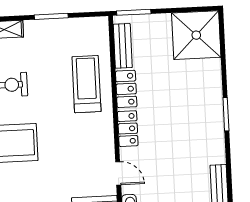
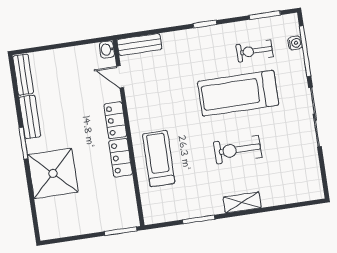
shower: (196, 35) -> (53, 173), moved
bench: (123, 46) -> (30, 117), moved
treadmill: (86, 84) -> (159, 159), turned 180

